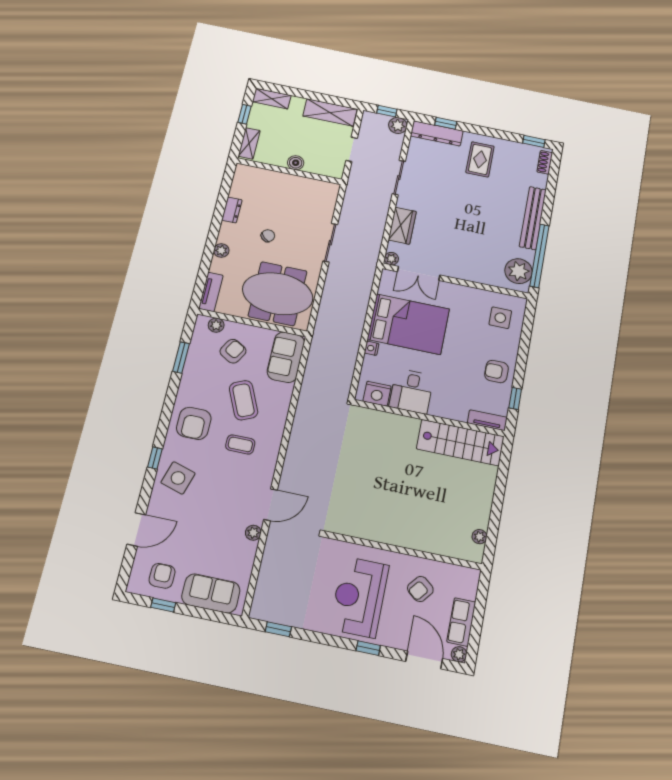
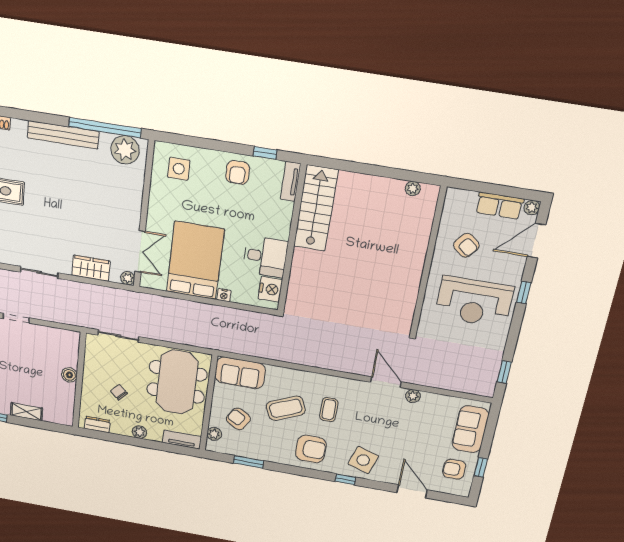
boiler: (296, 163) -> (69, 375), moved
wall: (289, 171) -> (79, 381), moved

